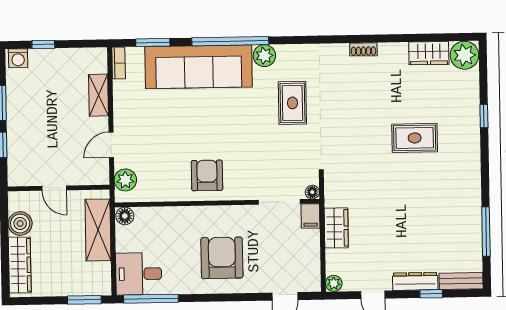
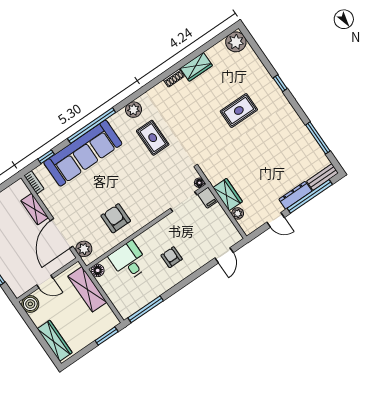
window: (153, 42) -> (46, 157), width x0.67
wardrobe: (429, 53) -> (196, 67), moved
plant: (264, 56) -> (134, 110), moved
window: (484, 116) -> (280, 83), moved
door: (111, 145) -> (62, 234), width x1.87
armchair: (207, 175) -> (116, 218), moved
boiler: (20, 224) -> (30, 304), moved
armchair: (222, 258) -> (172, 257), width x0.53, depth x0.53
desk: (139, 274) -> (129, 261), moved, turned 90
plant: (334, 283) -> (238, 213), moved
window: (431, 294) -> (310, 196), width x3.17

